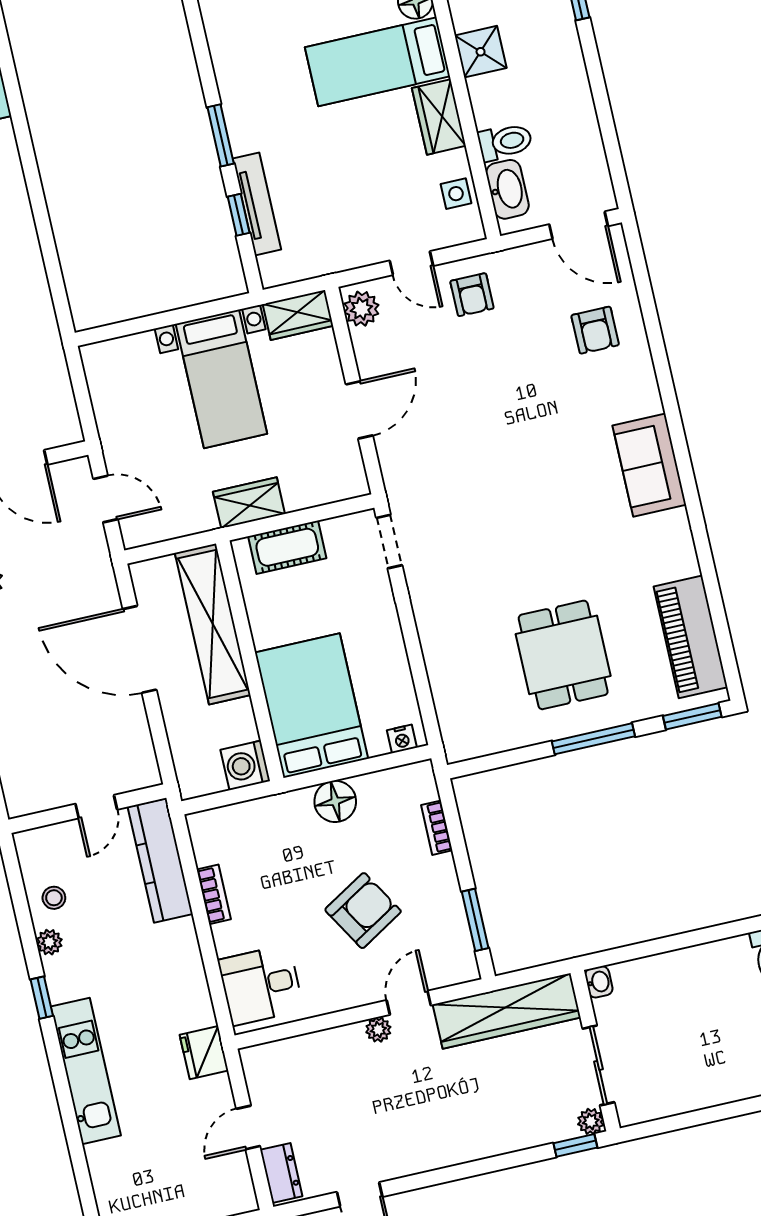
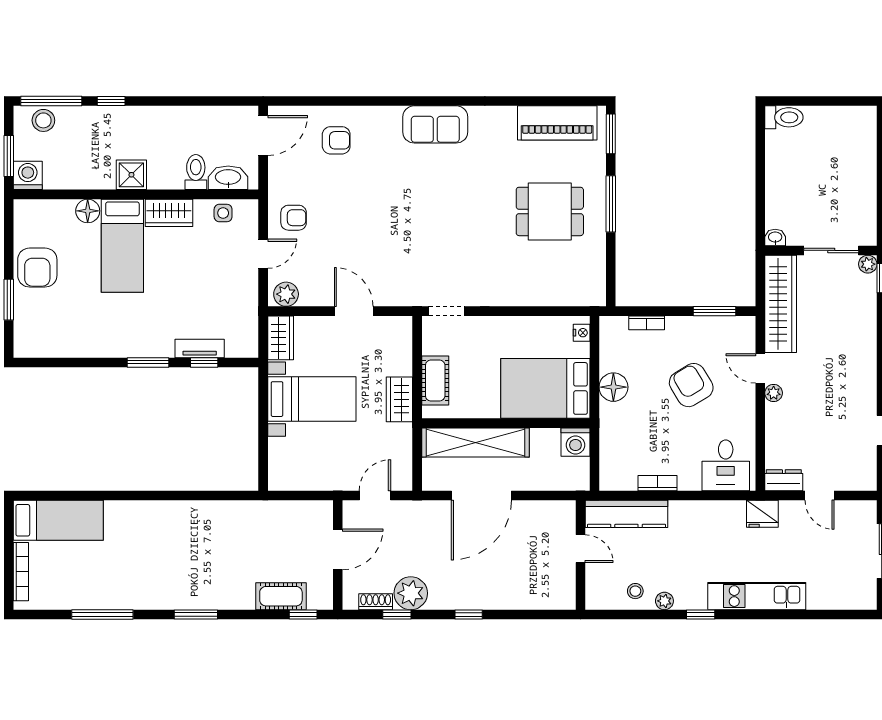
tv unit: (257, 204) -> (200, 348), width x0.71
dresser: (281, 1173) -> (784, 480), moved

